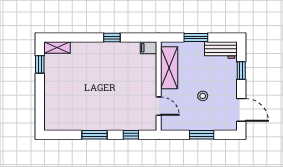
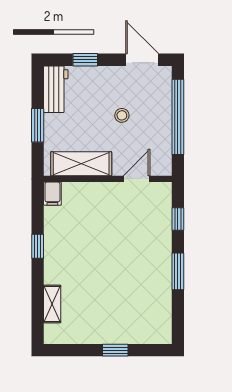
shelving: (57, 48) -> (52, 304), moved
window: (40, 64) -> (115, 350), moved
door: (241, 110) -> (142, 60), hinge flipped
window: (202, 135) -> (178, 117), width x2.11

